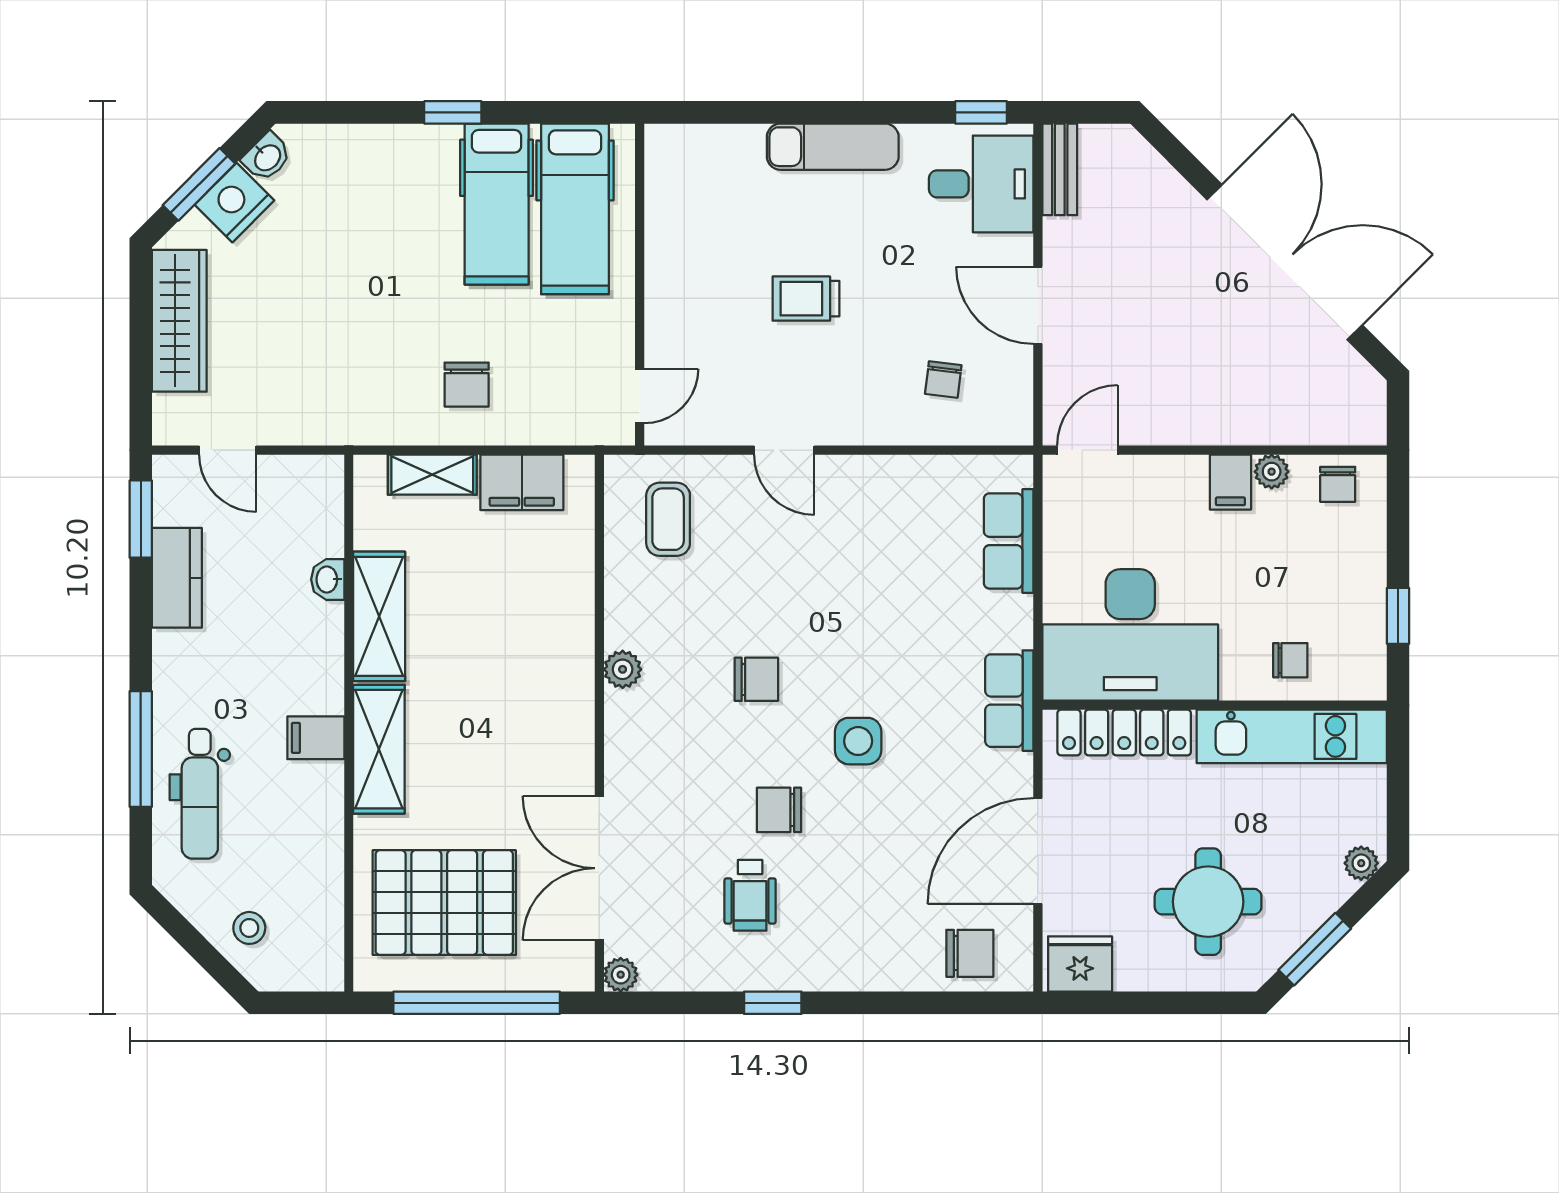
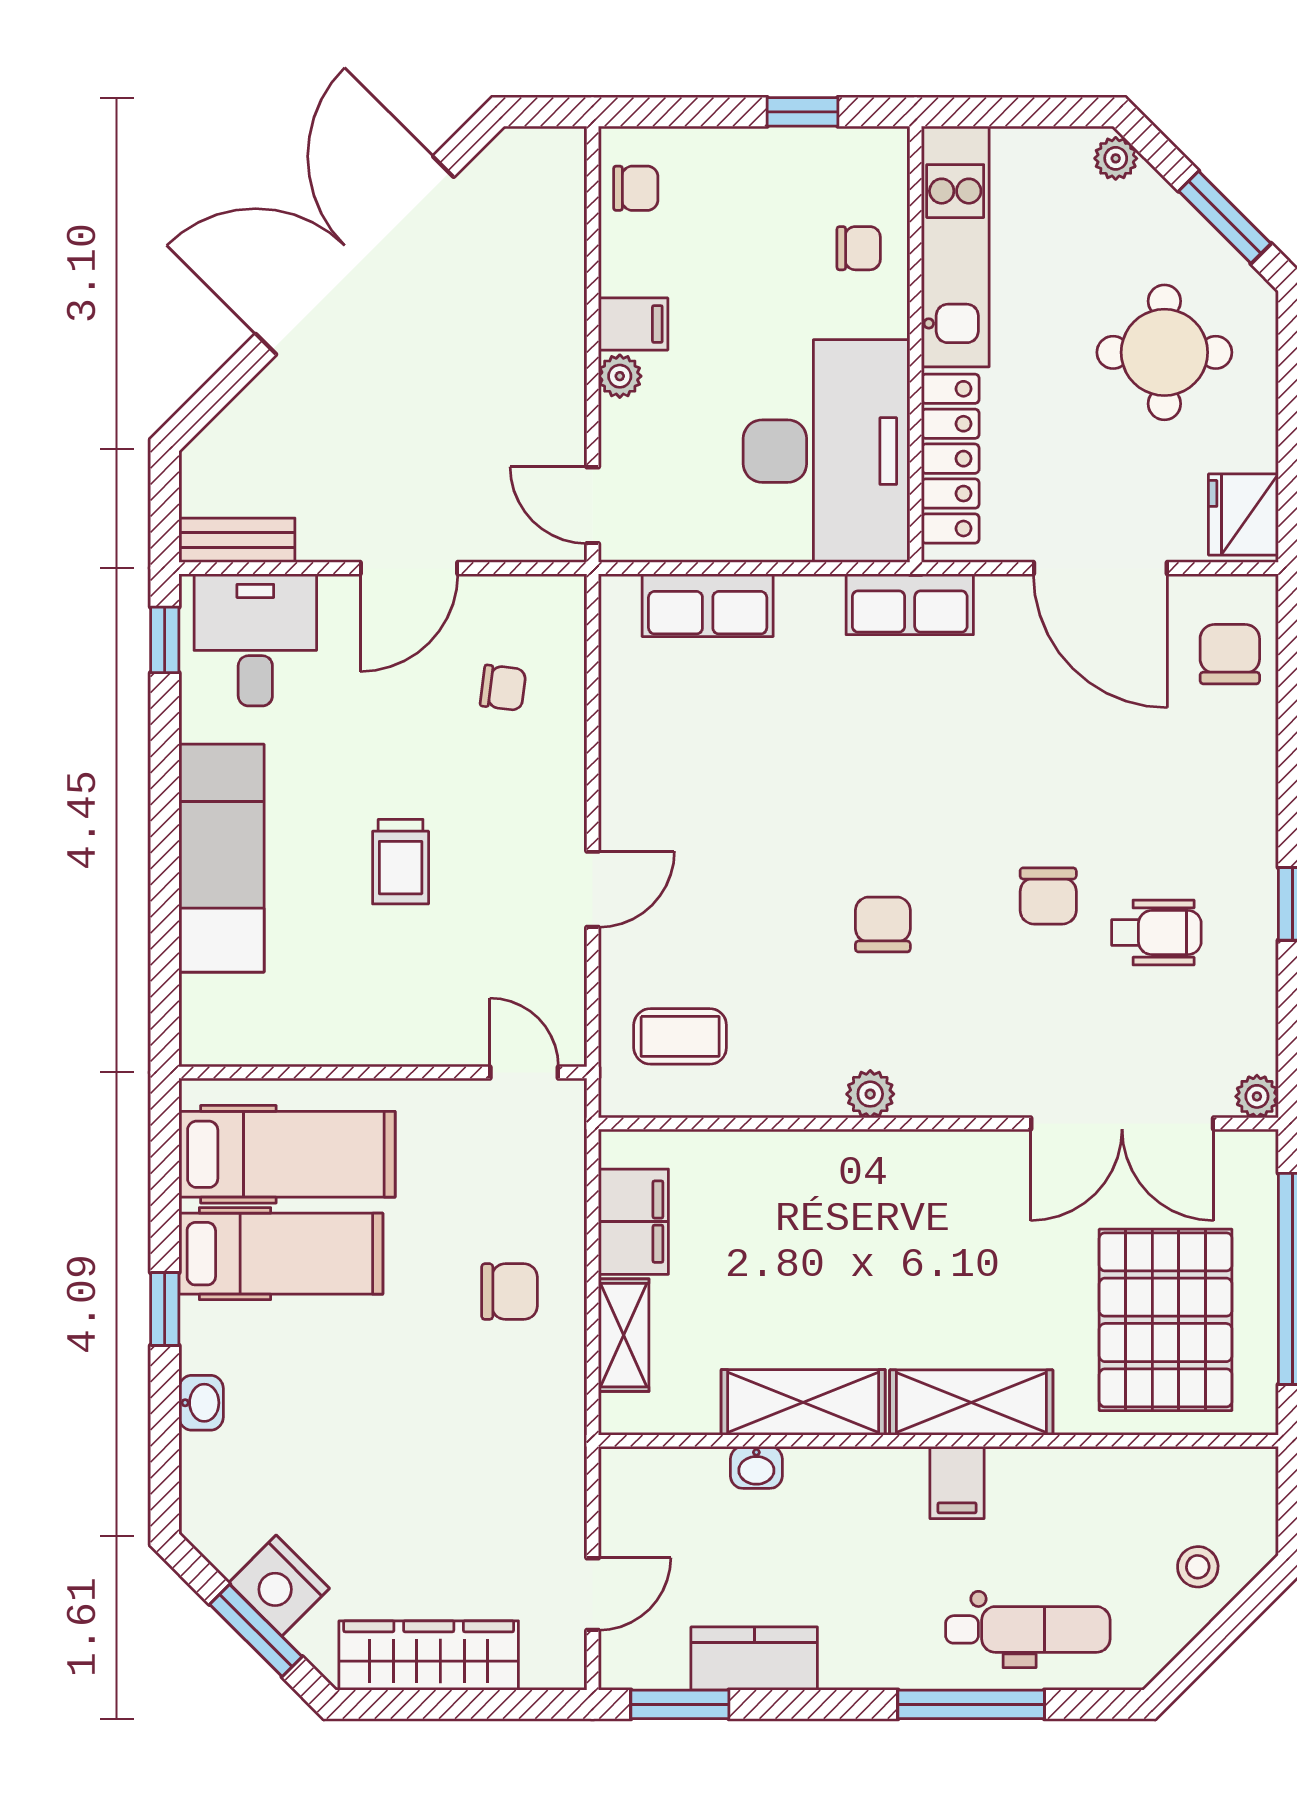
exam couch: (833, 147) -> (221, 858), width x1.36, depth x1.45
washbasin: (267, 157) -> (201, 1403), moved, turned 45
plant: (1272, 472) -> (620, 376), moved
chair: (1290, 660) -> (859, 248), turned 90
side table: (858, 741) -> (961, 796), removed

